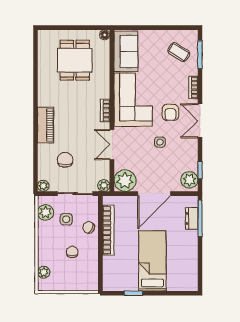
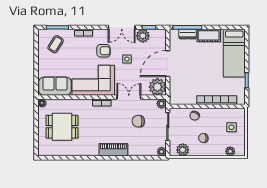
double door: (200, 121) -> (122, 27), moved
double door: (112, 145) -> (129, 97), swing flipped
chair: (65, 160) -> (138, 121), moved
plant: (189, 180) -> (143, 36), moved
door: (154, 194) -> (168, 64), swing flipped
side table: (66, 219) -> (231, 127), moved
bookcase: (108, 230) -> (217, 100), moved
cot: (190, 245) -> (209, 35), added
chair: (72, 252) -> (203, 138), moved
bed: (152, 261) -> (234, 53), moved, turned -90

